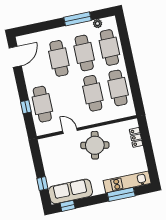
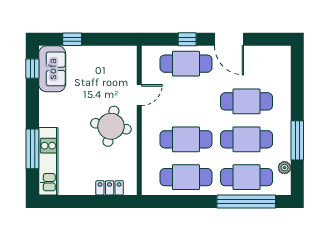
window: (126, 44) -> (246, 201), added
door: (15, 57) -> (229, 39), moved
sofa: (70, 191) -> (52, 69), width x0.73

